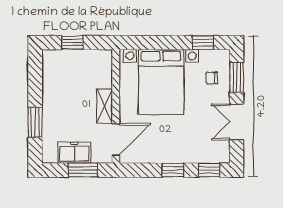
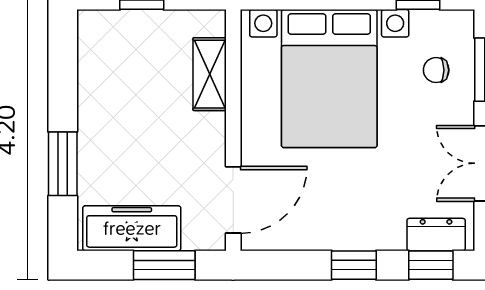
shelving: (105, 106) -> (210, 74), moved
freezer: (74, 153) -> (132, 228), width x1.40
dresser: (212, 156) -> (436, 235), added

